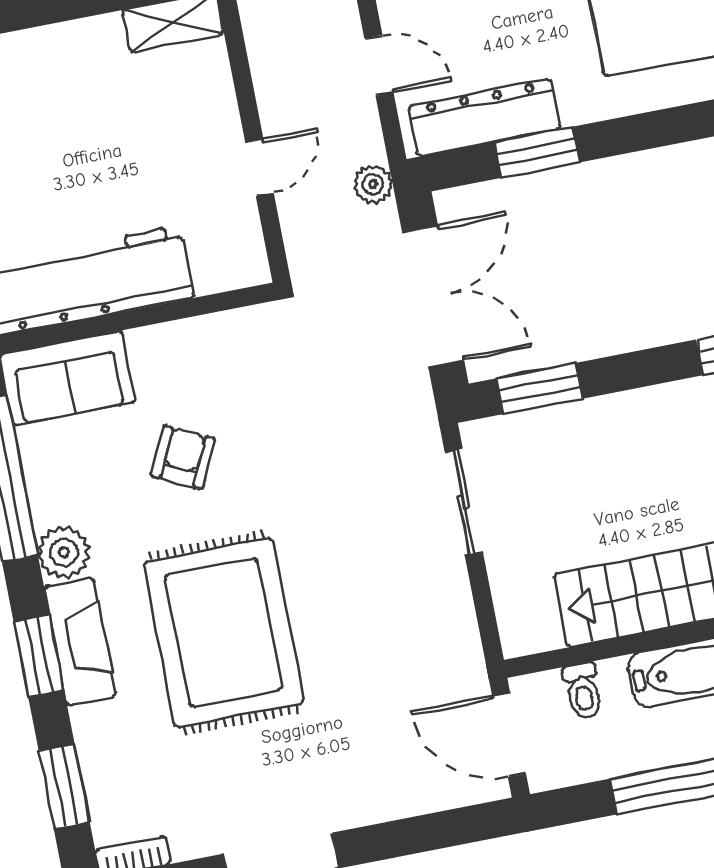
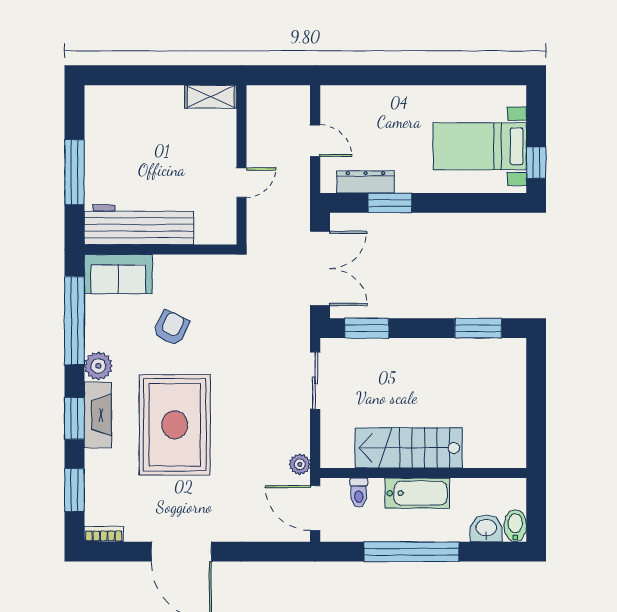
dresser: (484, 118) -> (365, 182), width x0.73, depth x0.80
plant: (373, 184) -> (300, 464), moved

